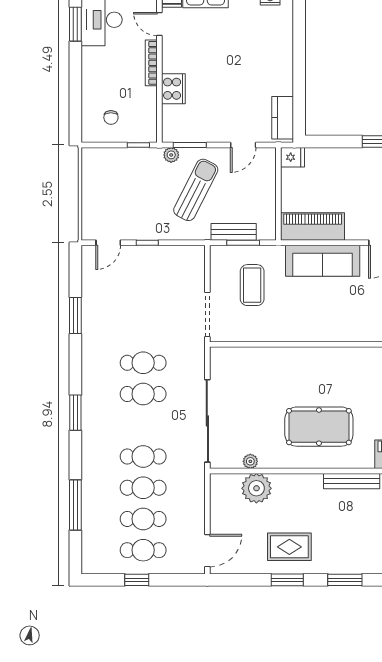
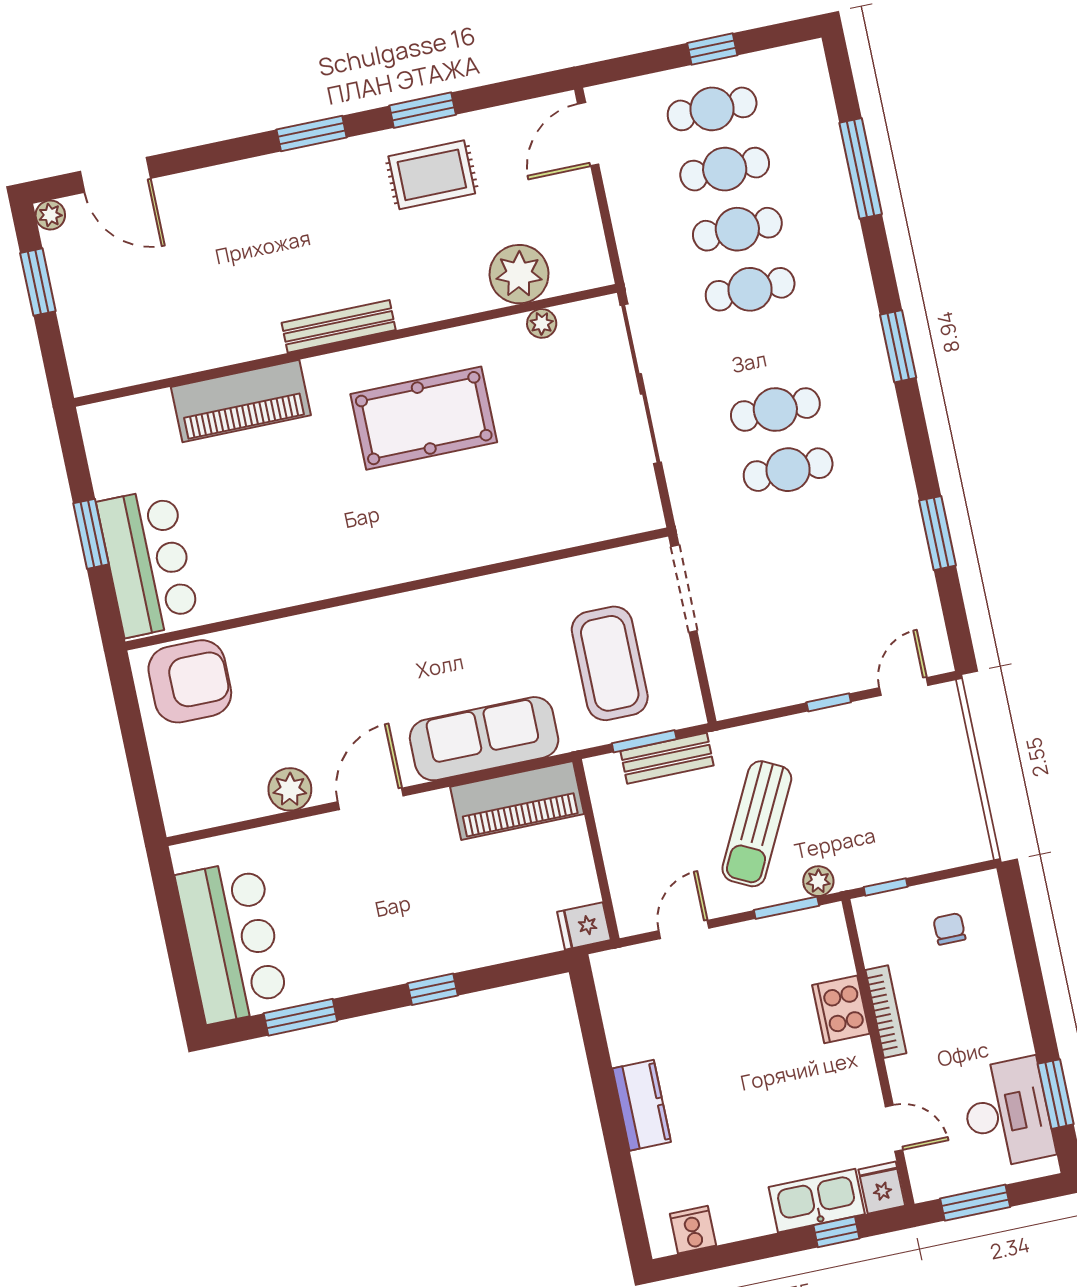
bookcase: (151, 63) -> (886, 1012), moved
kitchen counter: (283, 118) -> (642, 1105), moved
coffee table: (252, 285) -> (610, 663), width x1.36, depth x1.32

